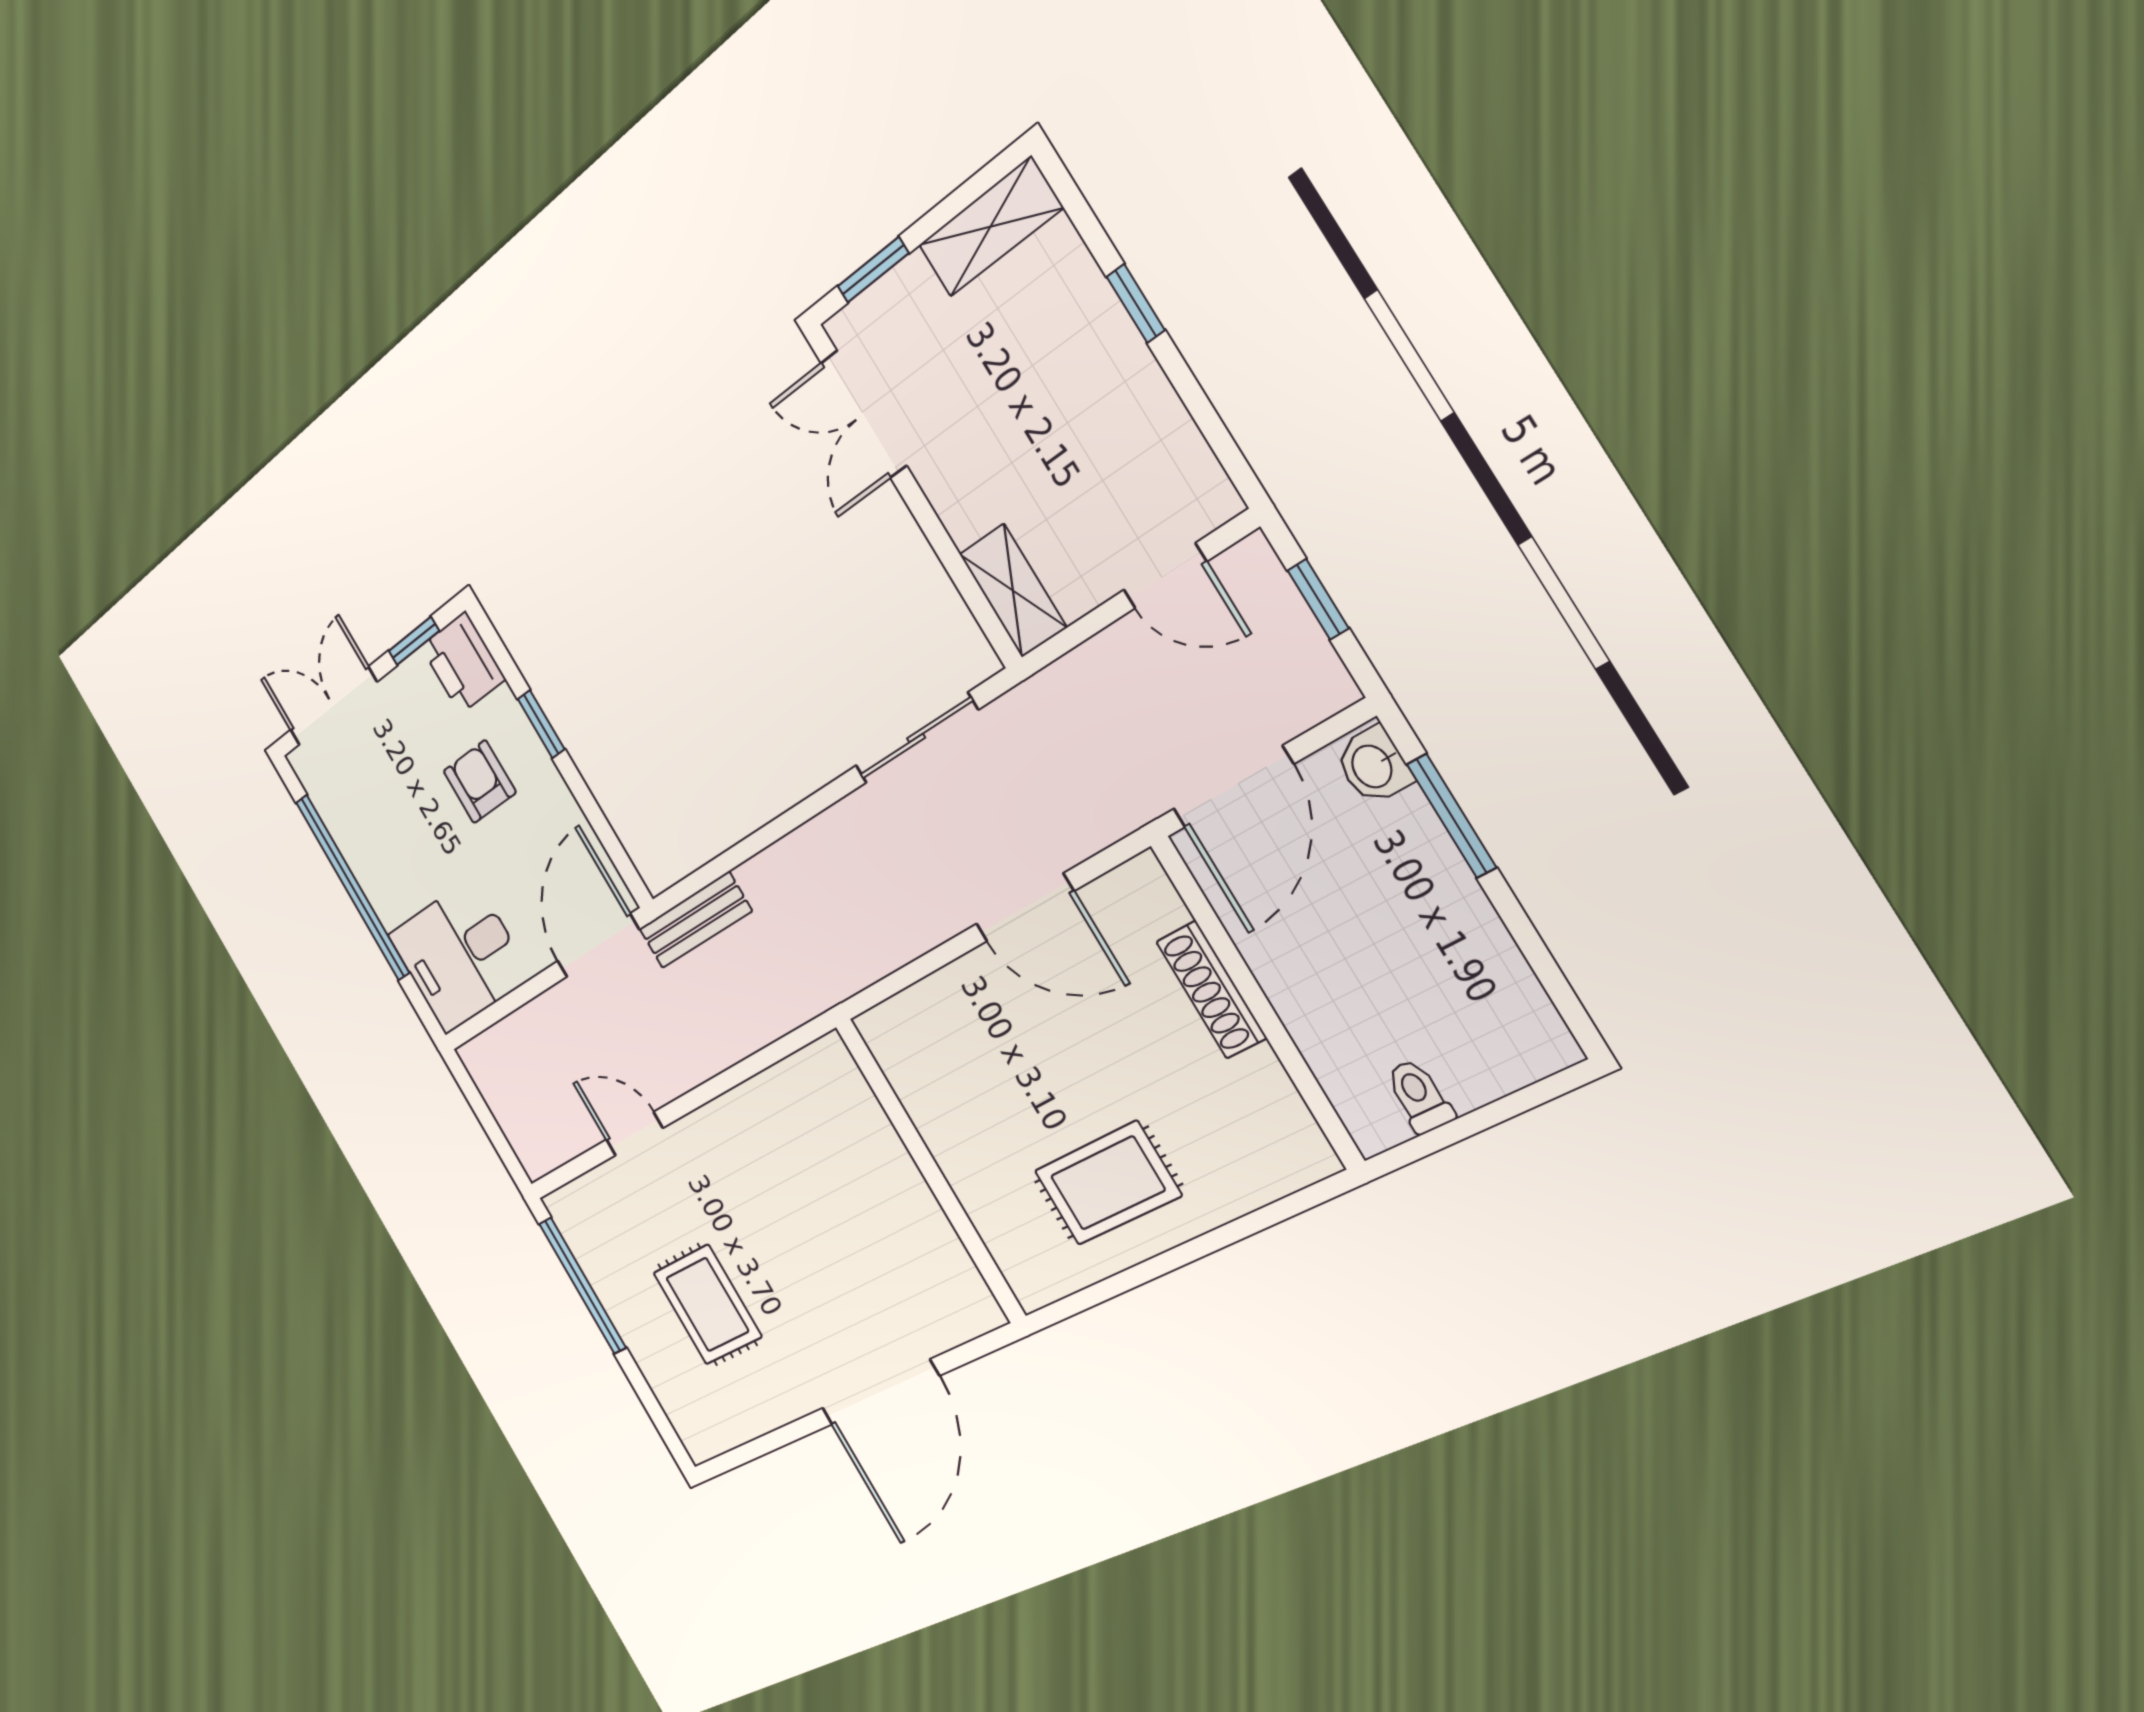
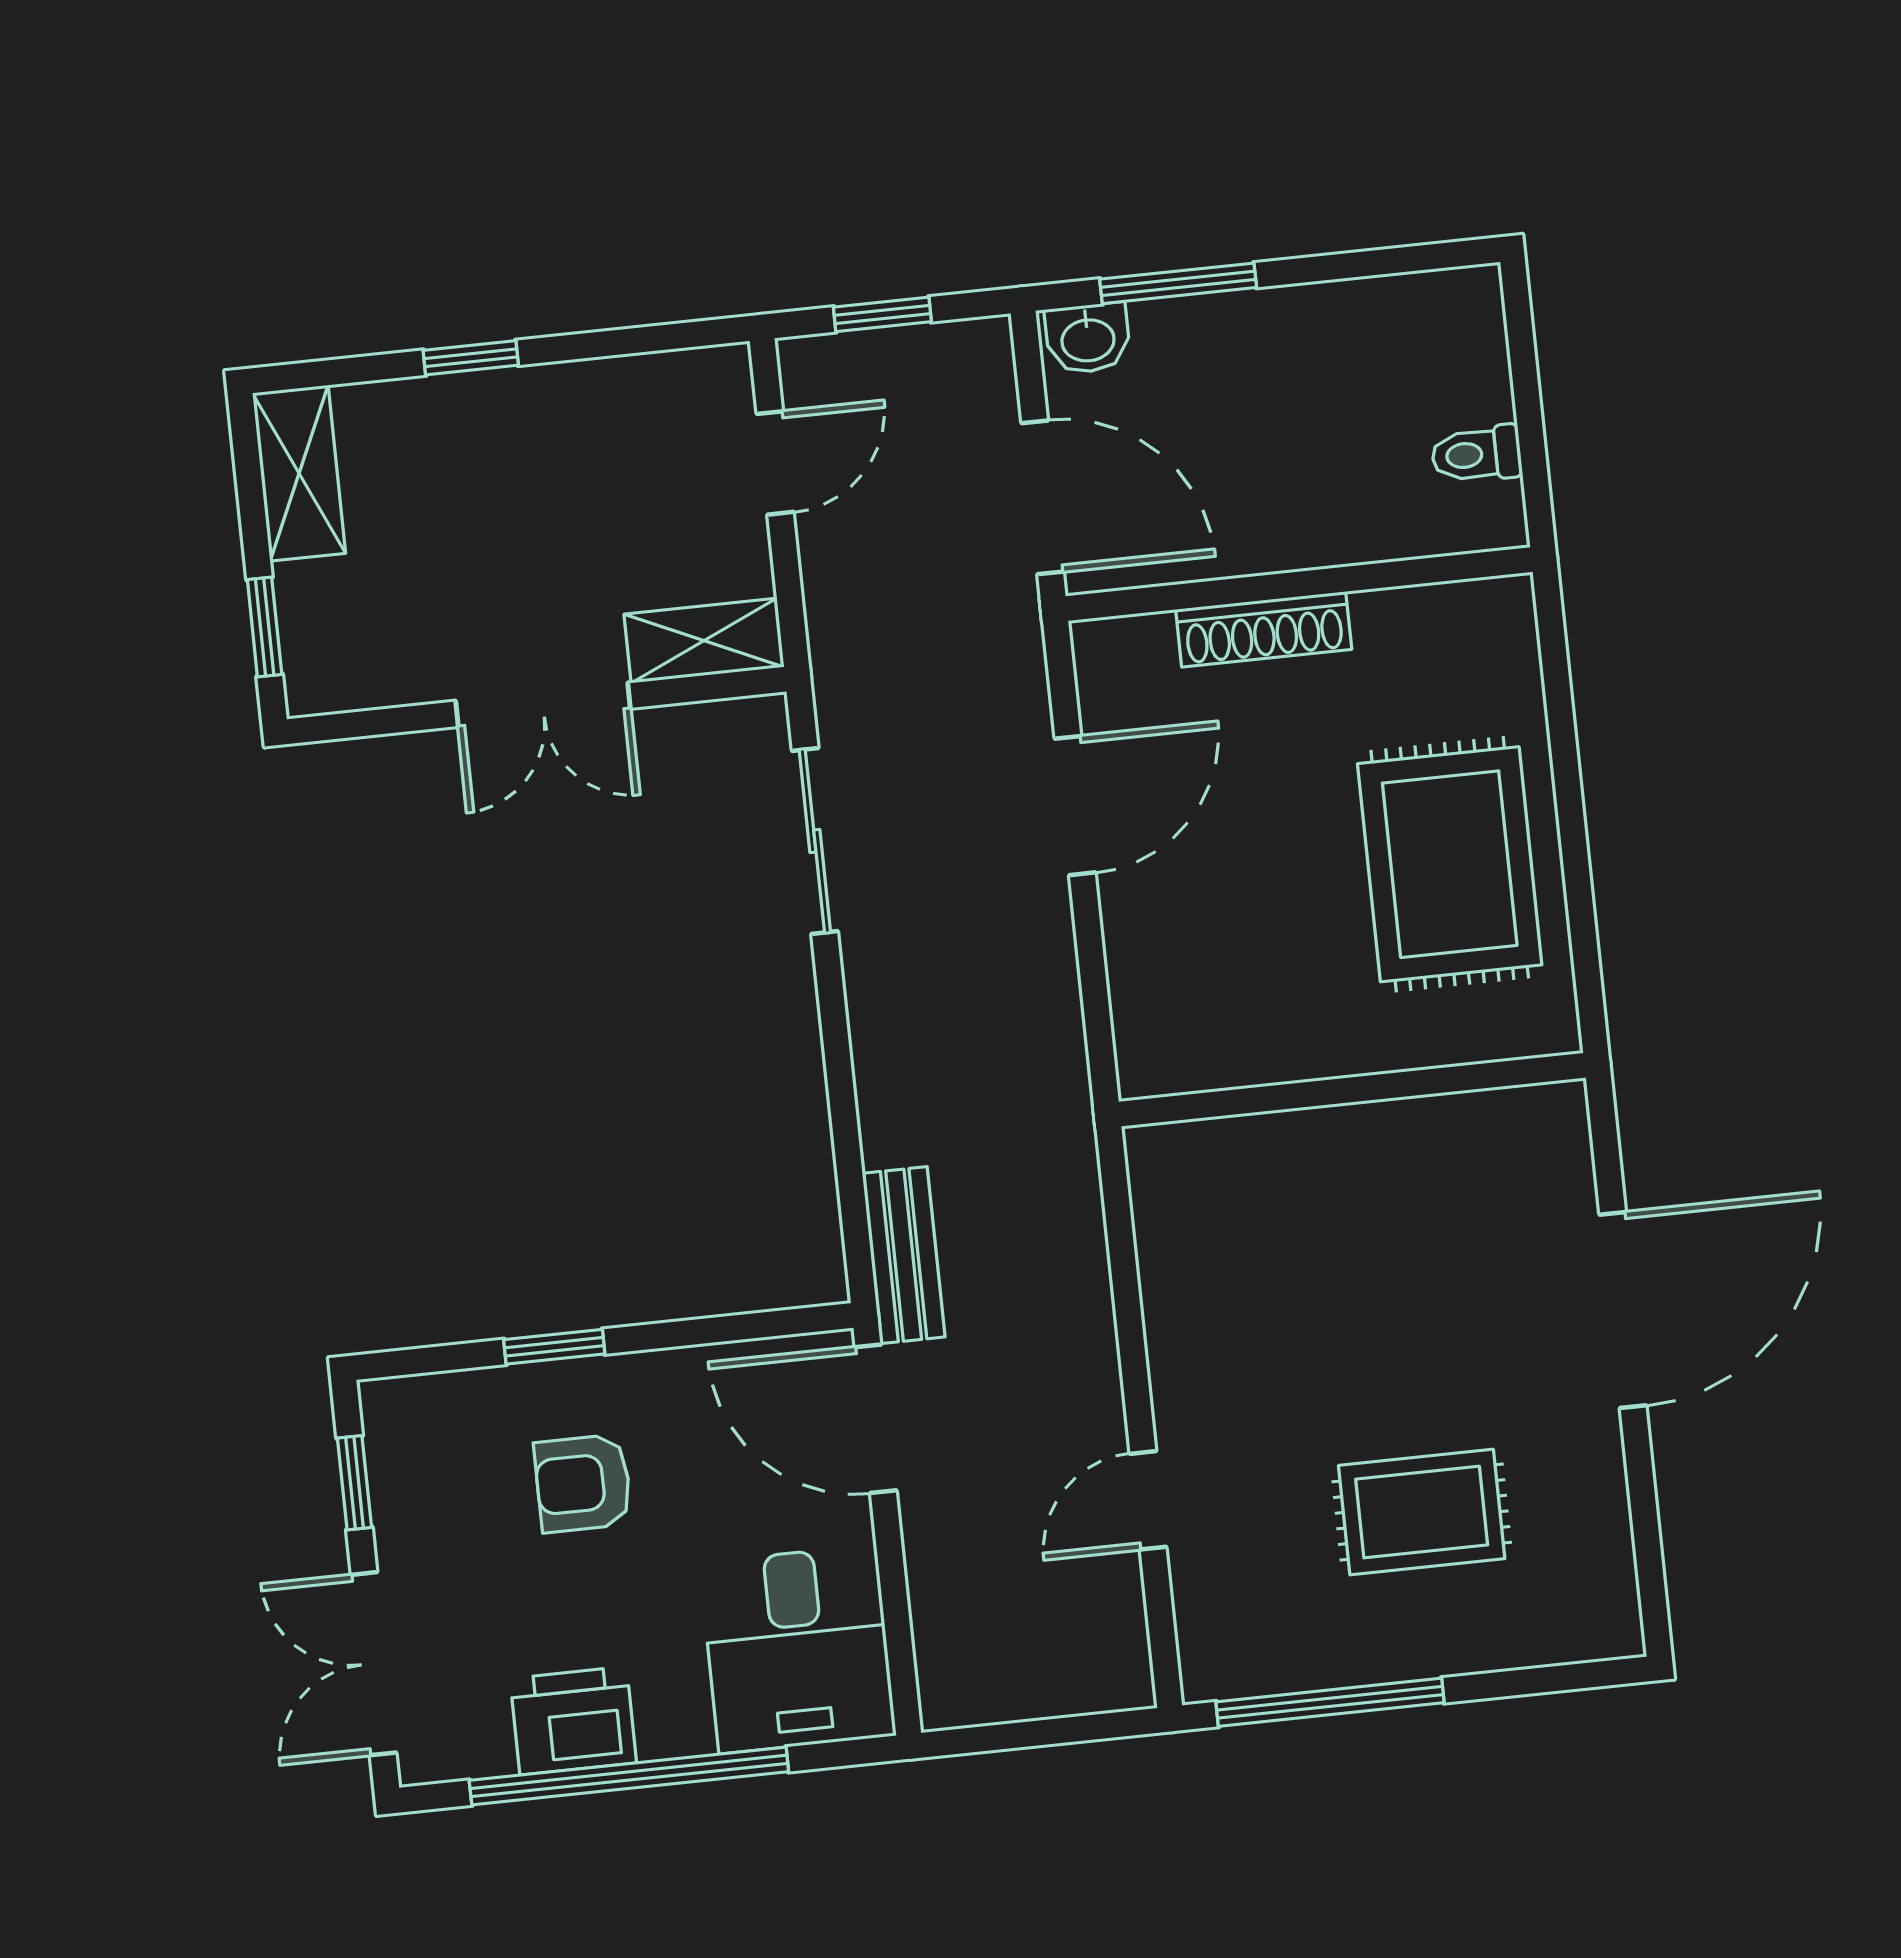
double door: (864, 414) -> (543, 705), moved
printer: (463, 663) -> (573, 1721), moved, turned 180
rug: (1108, 1183) -> (1450, 864), width x1.36, depth x1.43
door: (880, 1392) -> (1623, 1310), hinge flipped

